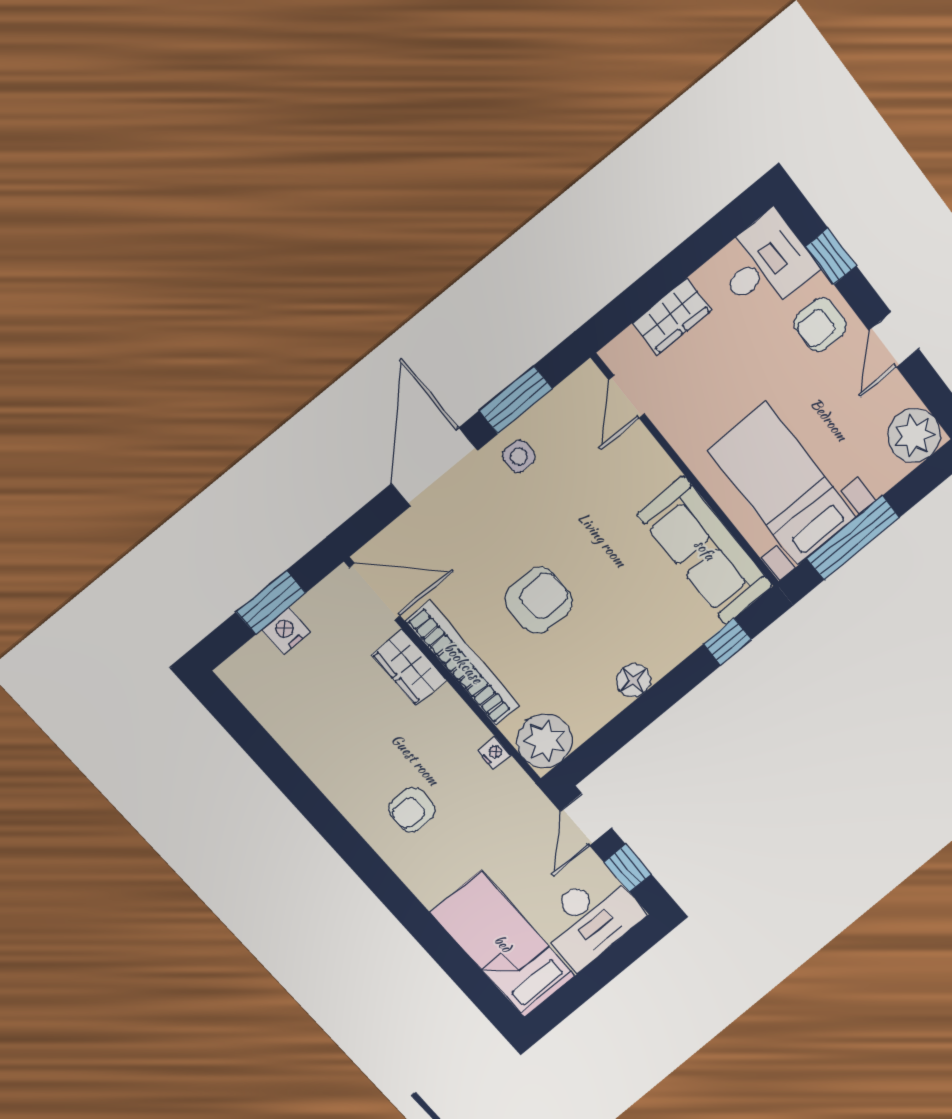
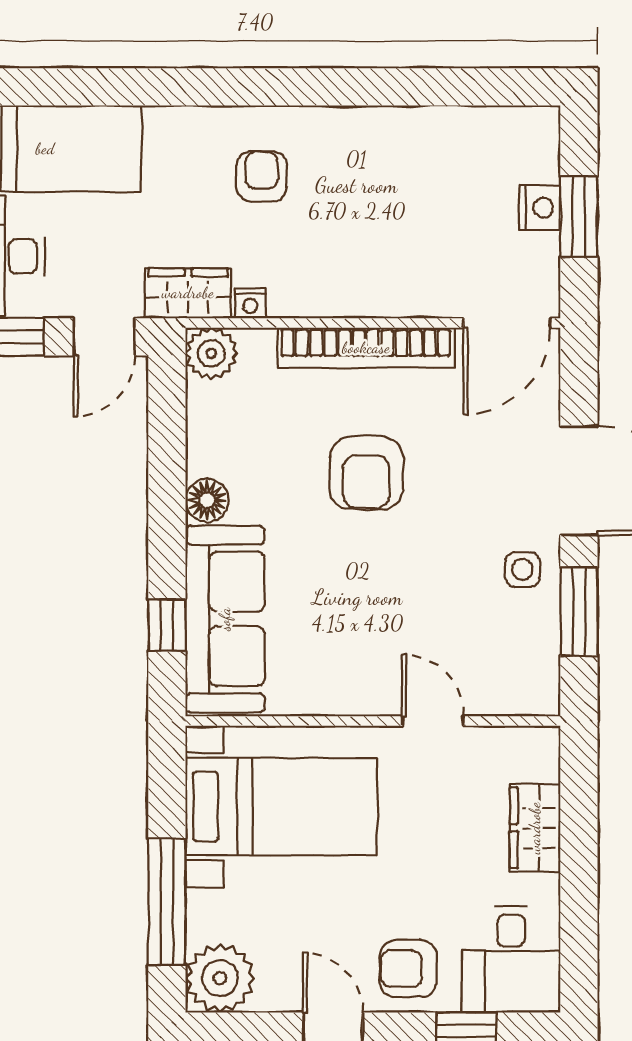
armchair: (820, 324) -> (408, 969), turned -90
door: (627, 397) -> (433, 721), moved
window: (853, 538) -> (167, 902), moved
sofa: (705, 550) -> (225, 619), moved, turned 90
wardrobe: (409, 667) -> (188, 293), moved
plant: (544, 741) -> (211, 353), width x0.73, depth x0.73
door: (586, 820) -> (104, 337), swing flipped

